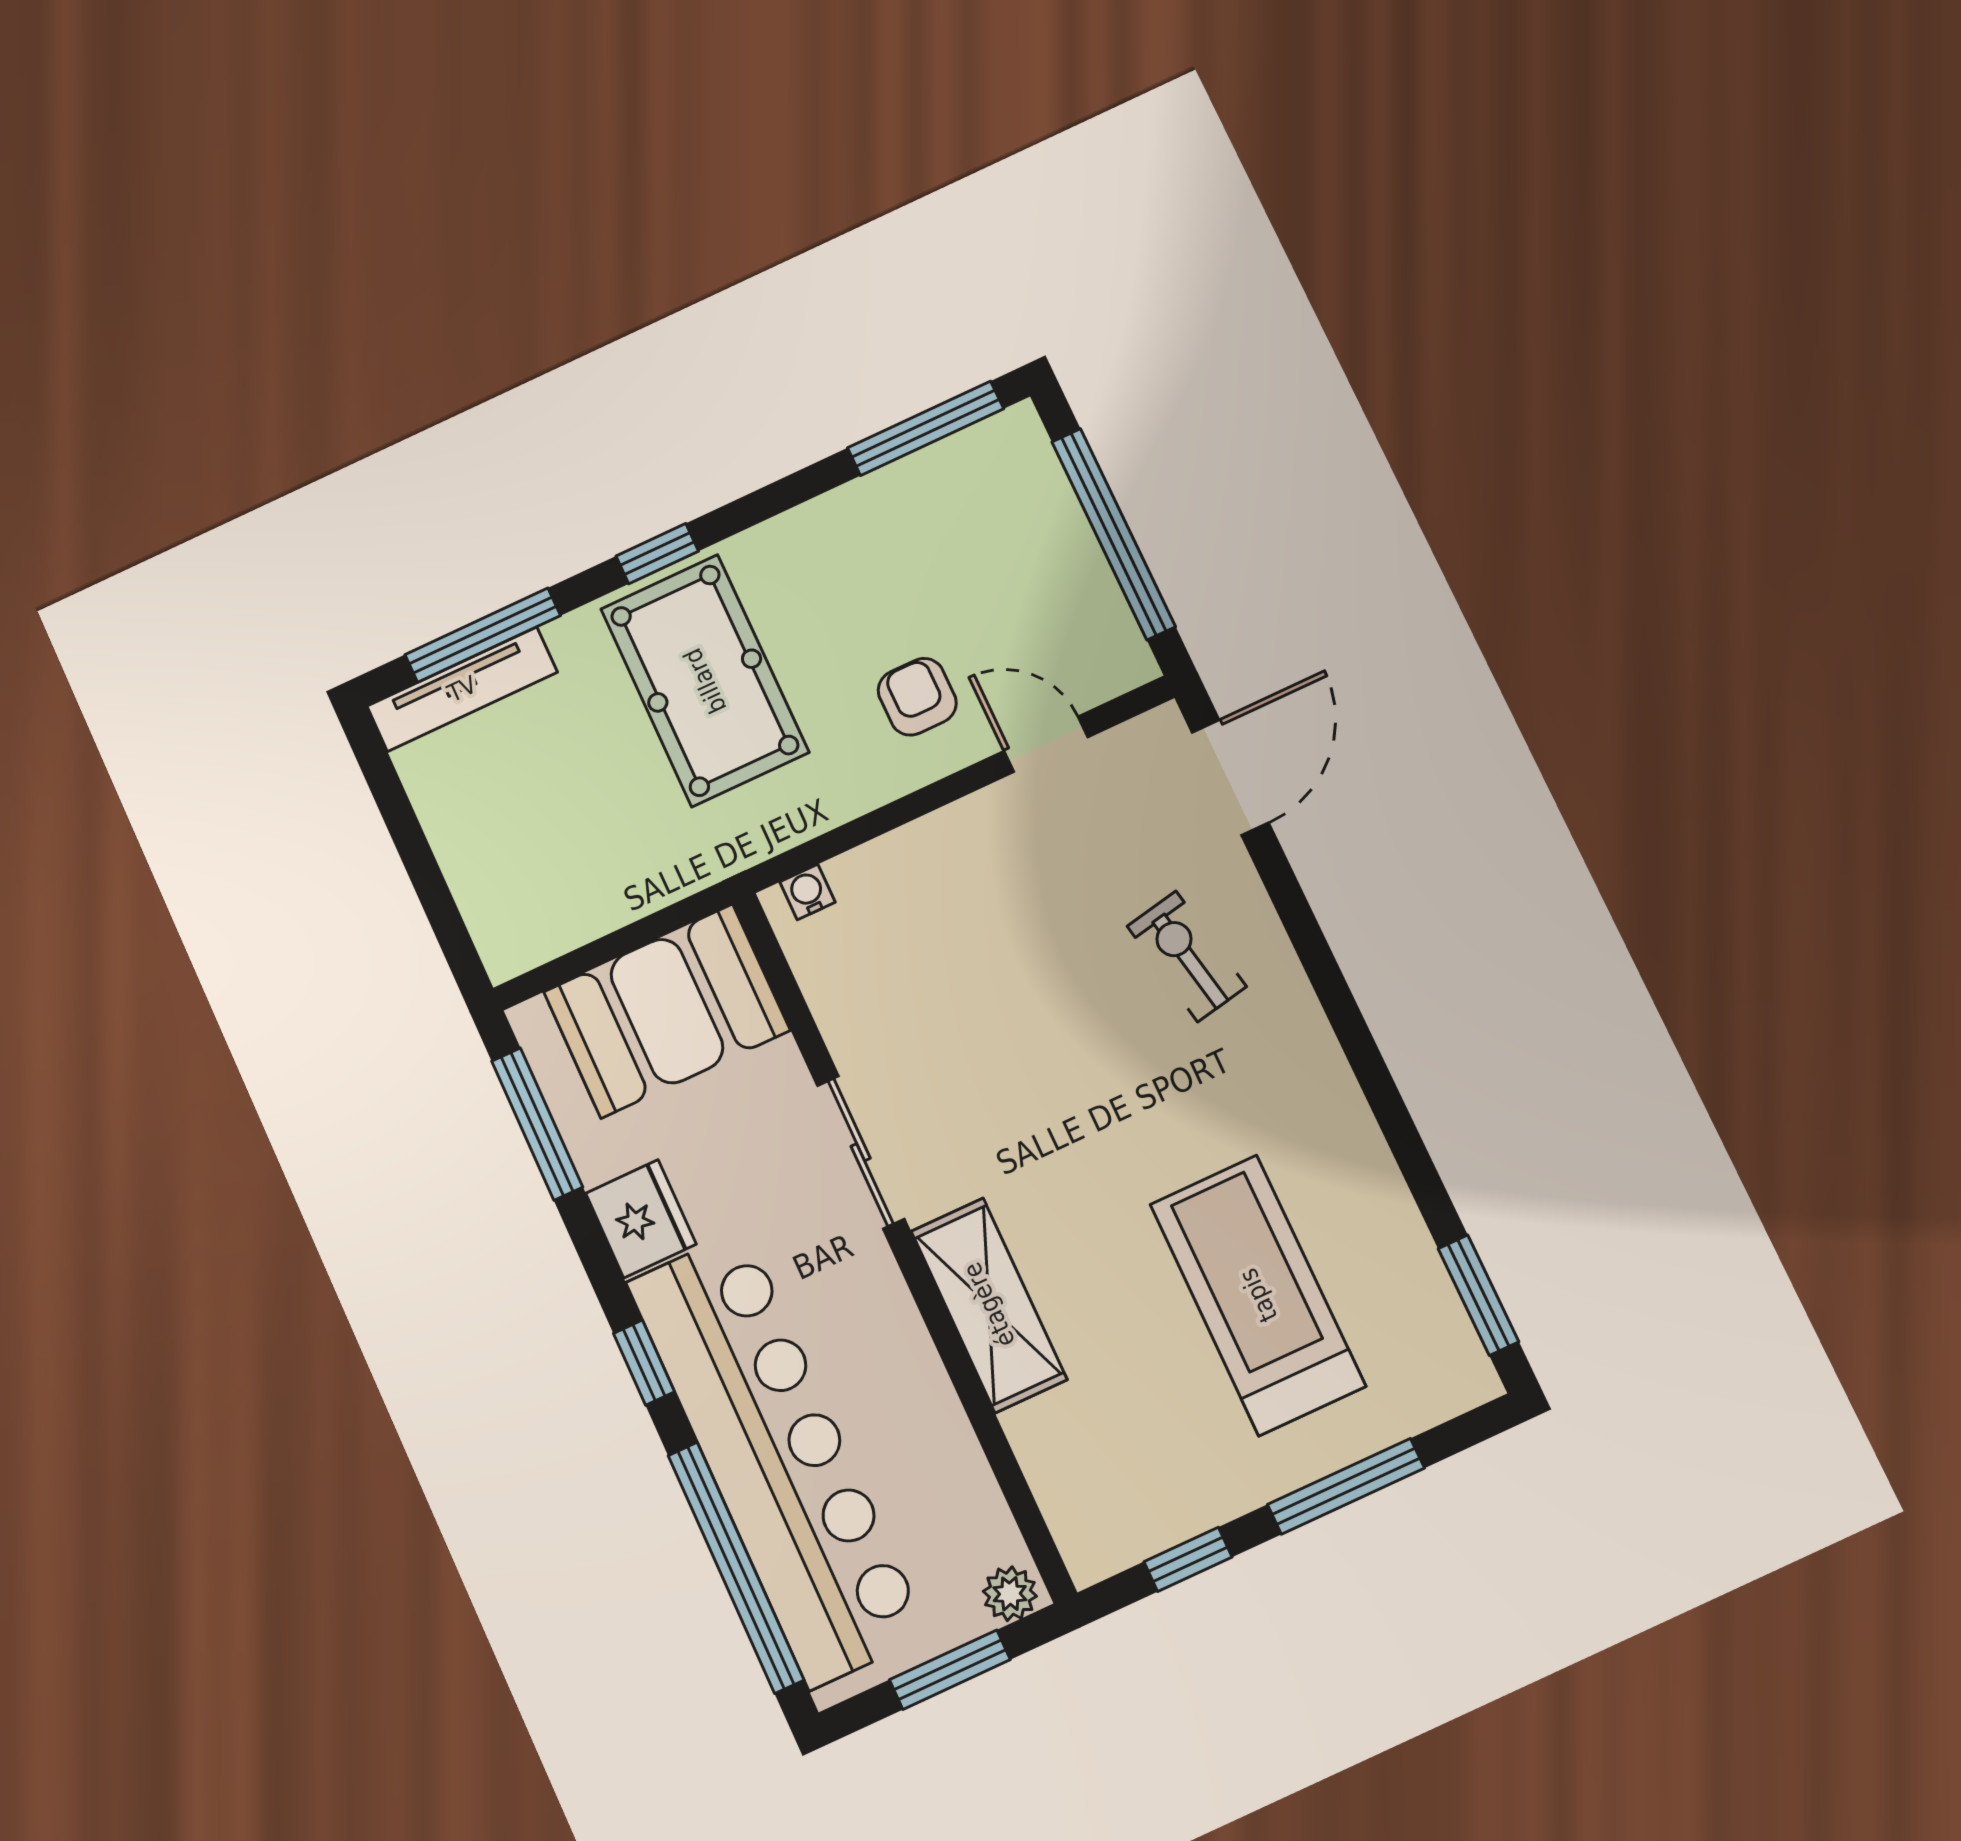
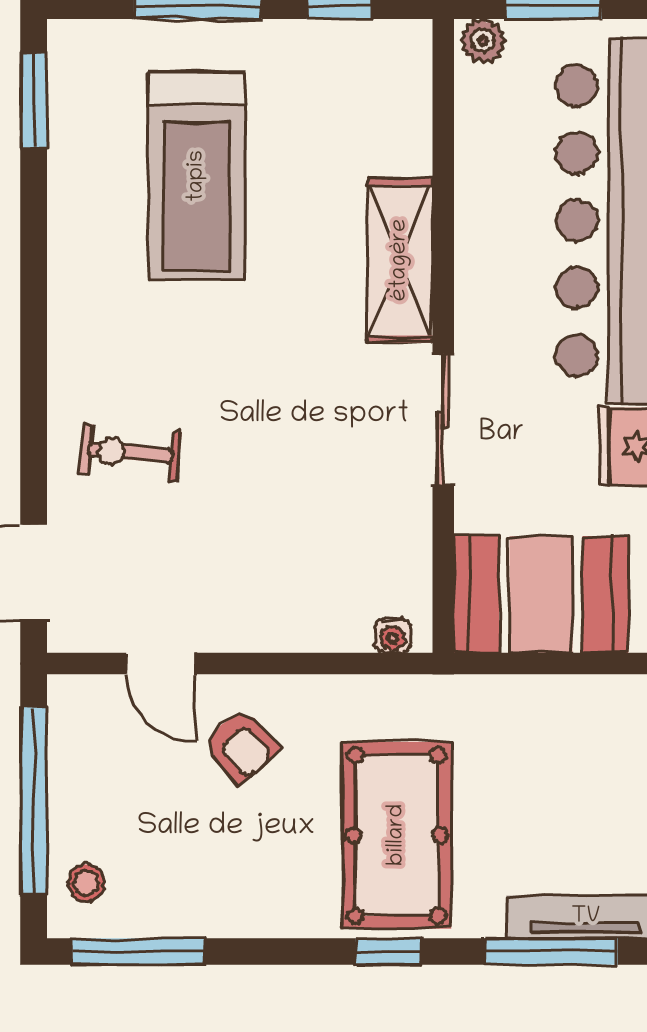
stool: (1015, 474) -> (86, 883), added
armchair: (917, 697) -> (241, 746), turned -42
exercise bike: (1187, 956) -> (130, 453), turned 106

